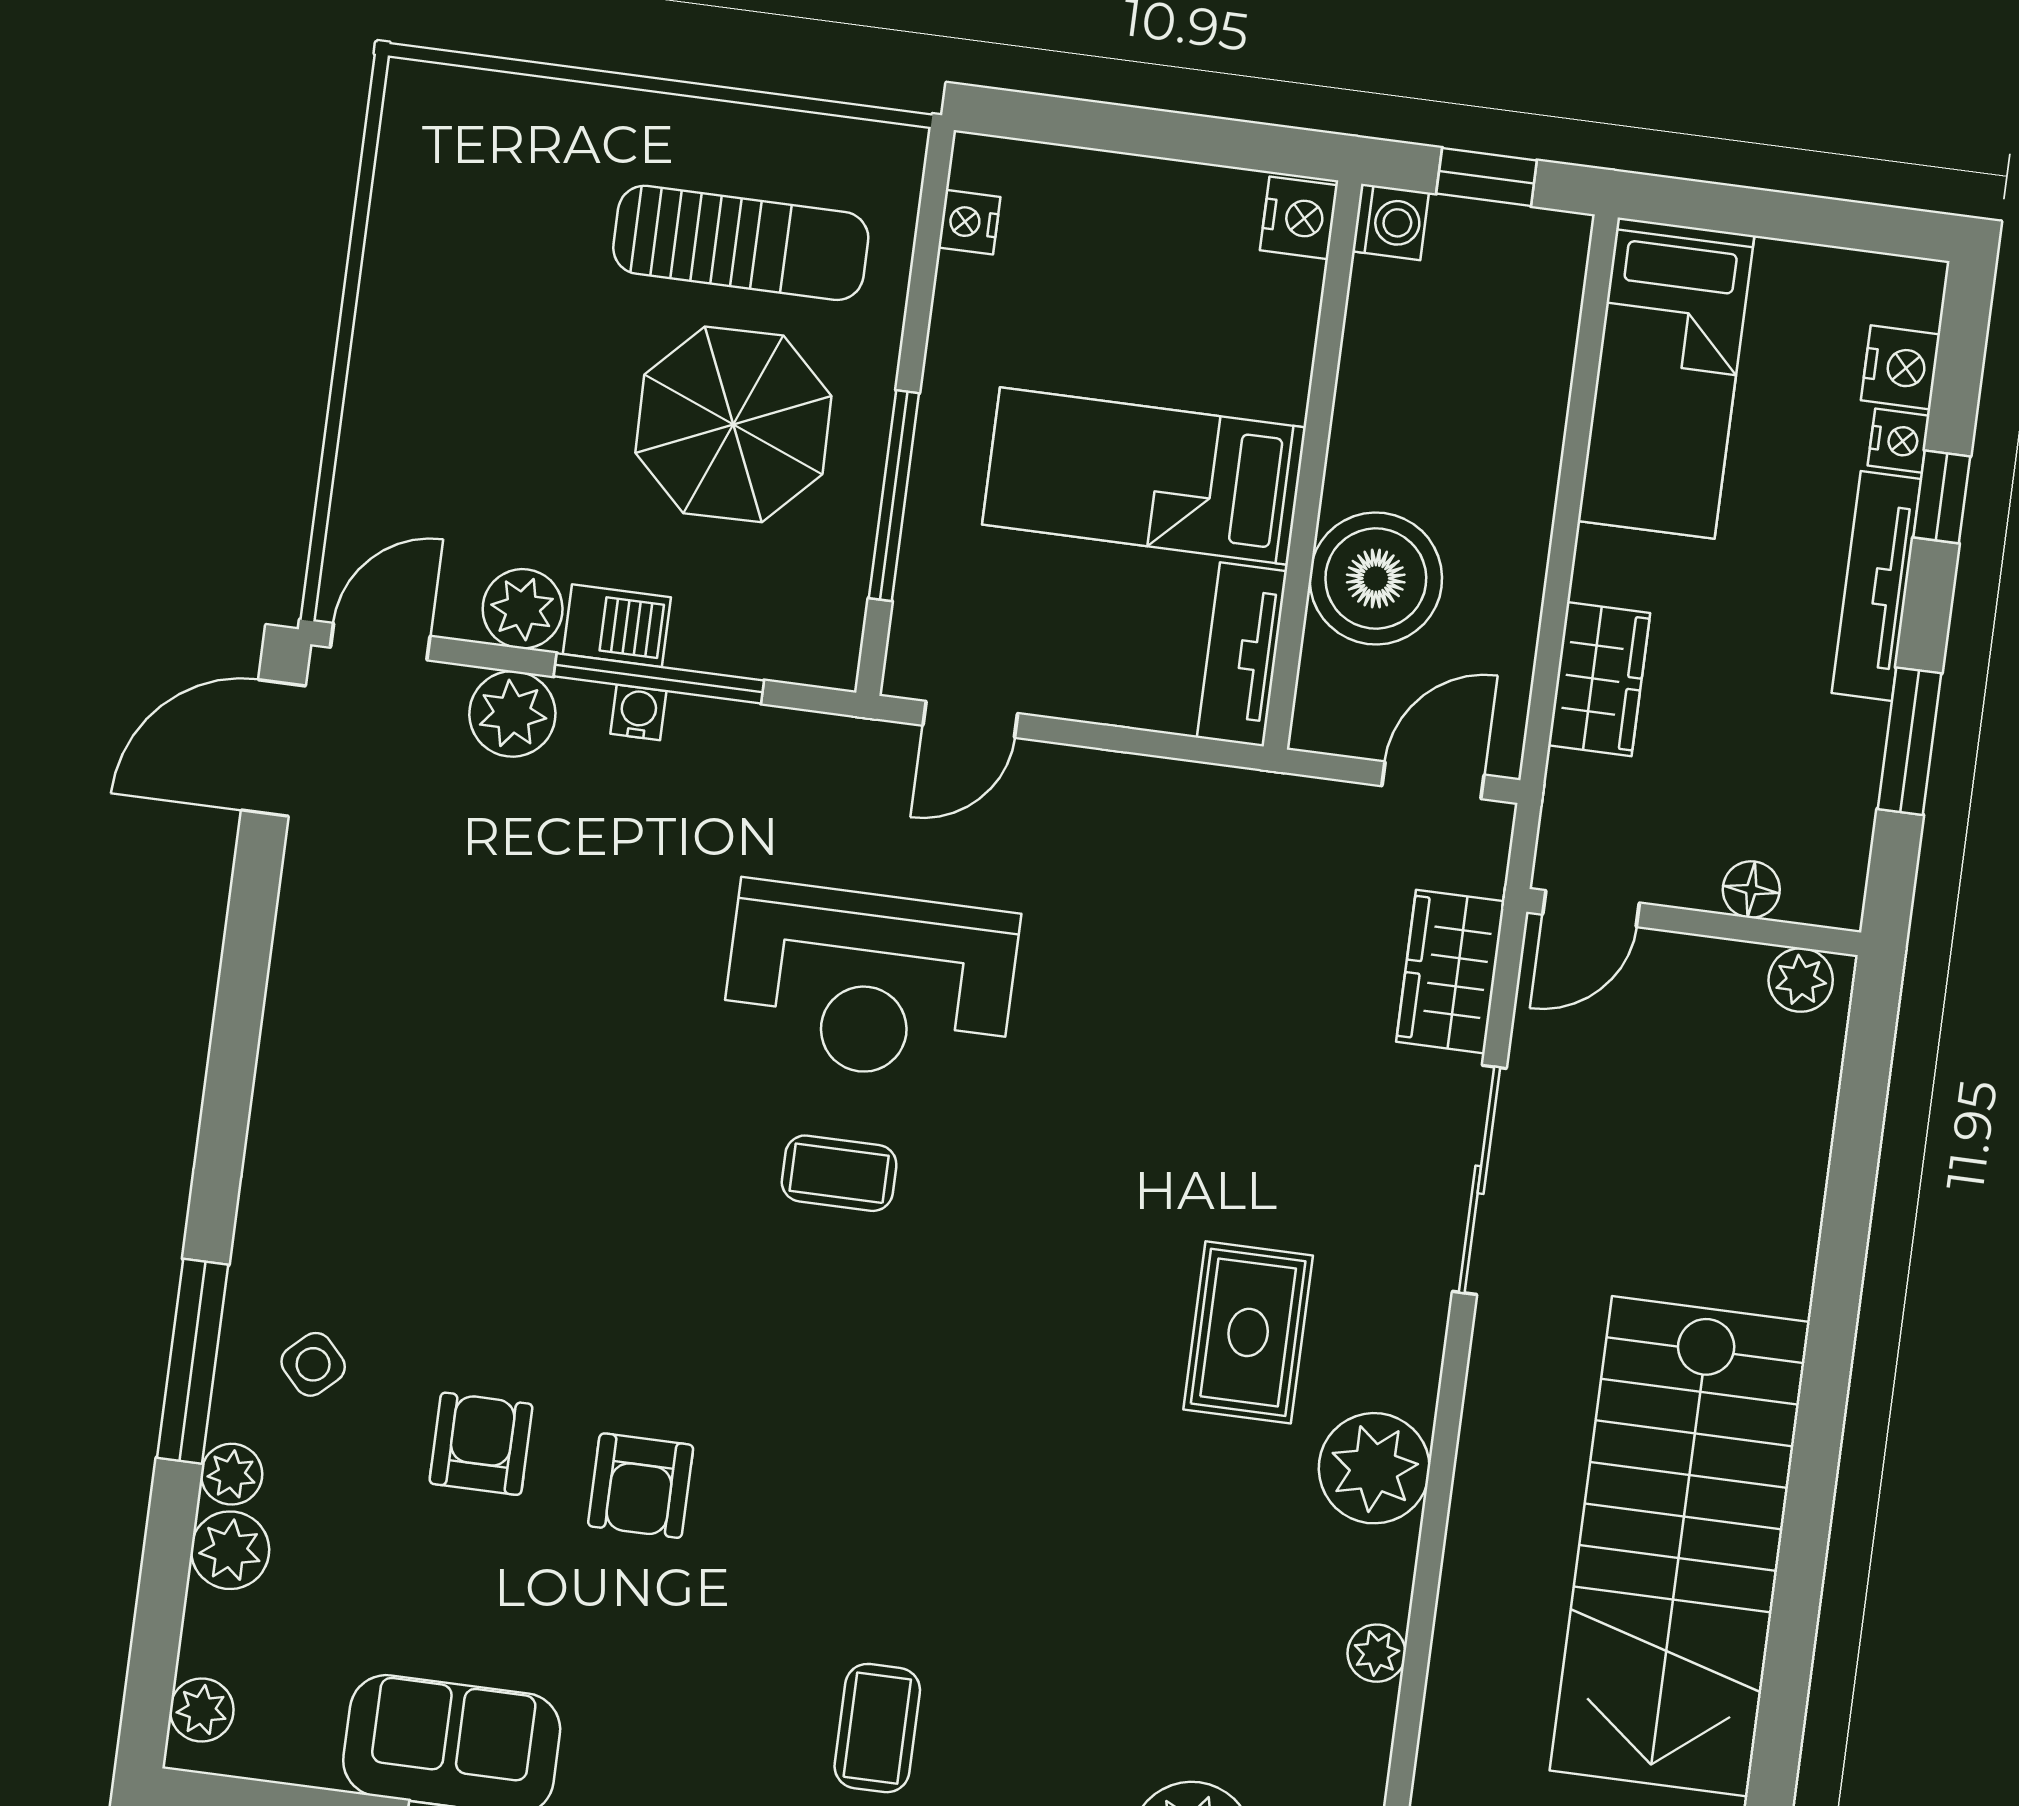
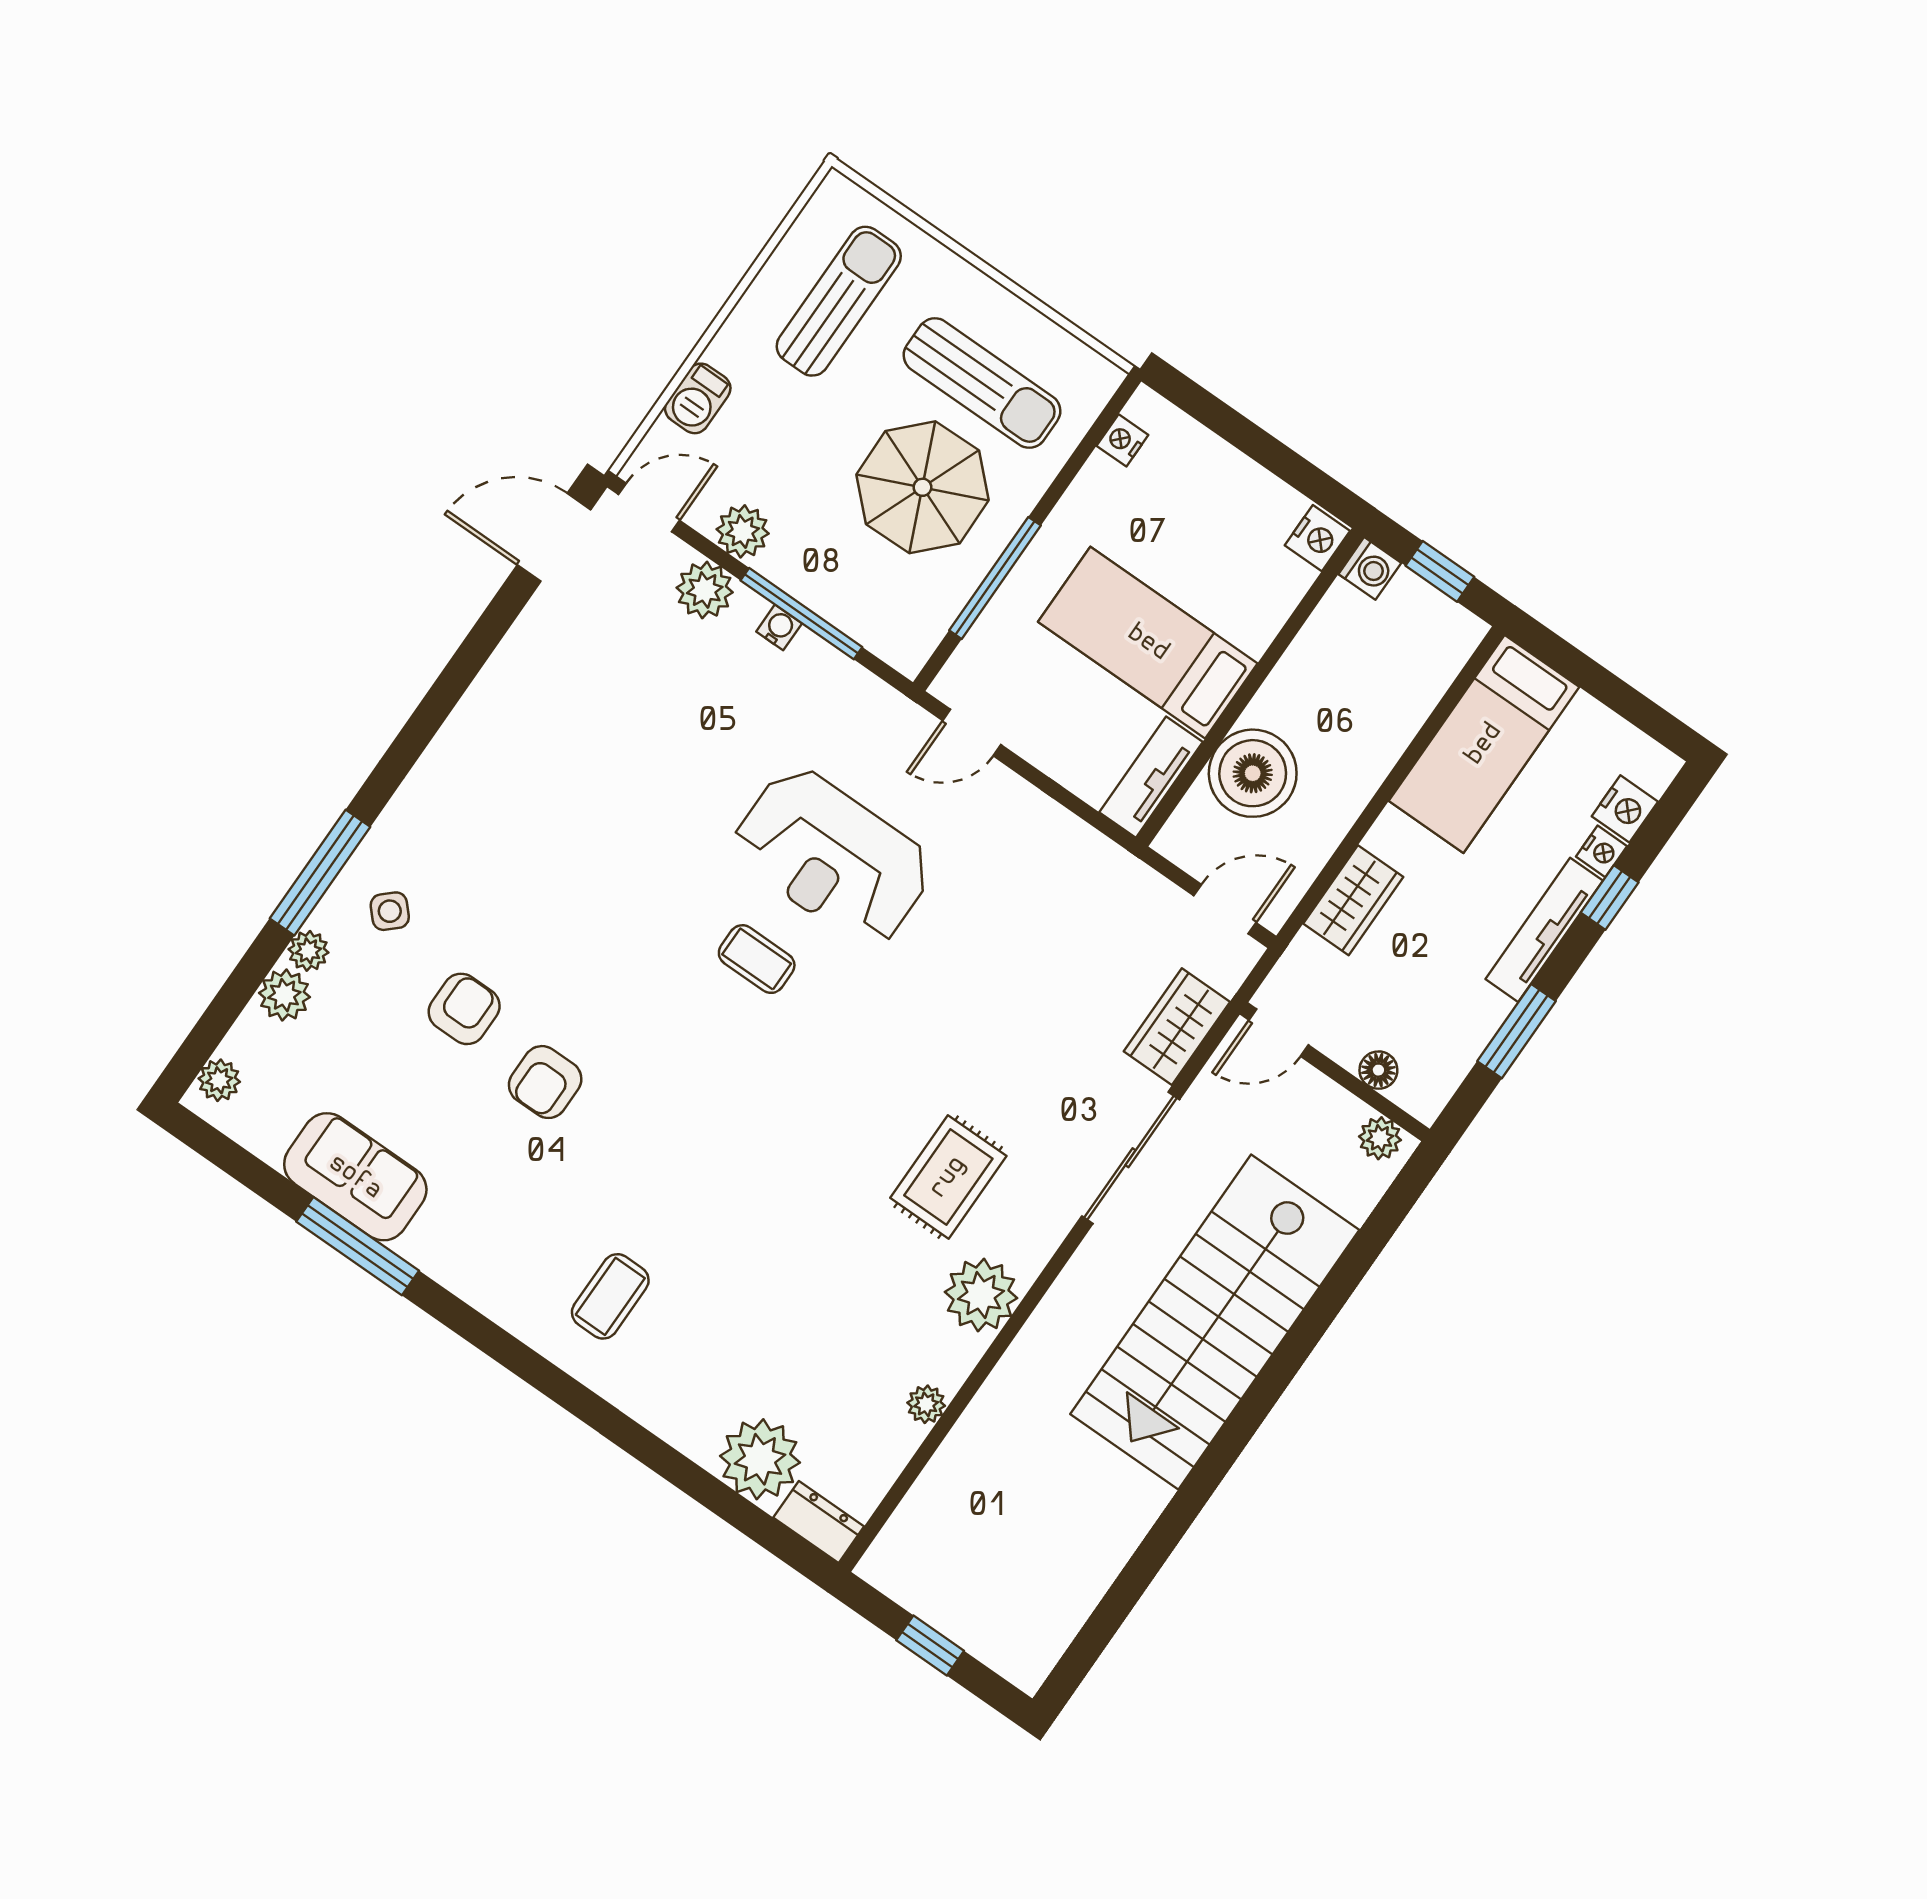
sun lounger: (491, 233) -> (839, 301), added
barbecue: (617, 626) -> (698, 398), moved, turned 90
stairs: (1680, 1546) -> (1215, 1322), moved

